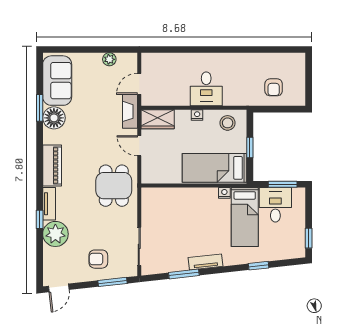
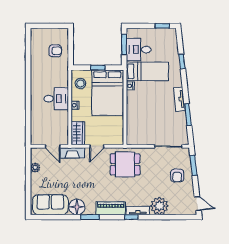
window: (40, 108) -> (90, 217), moved
bed: (215, 168) -> (107, 93), width x1.50
window: (40, 219) -> (131, 217), moved

